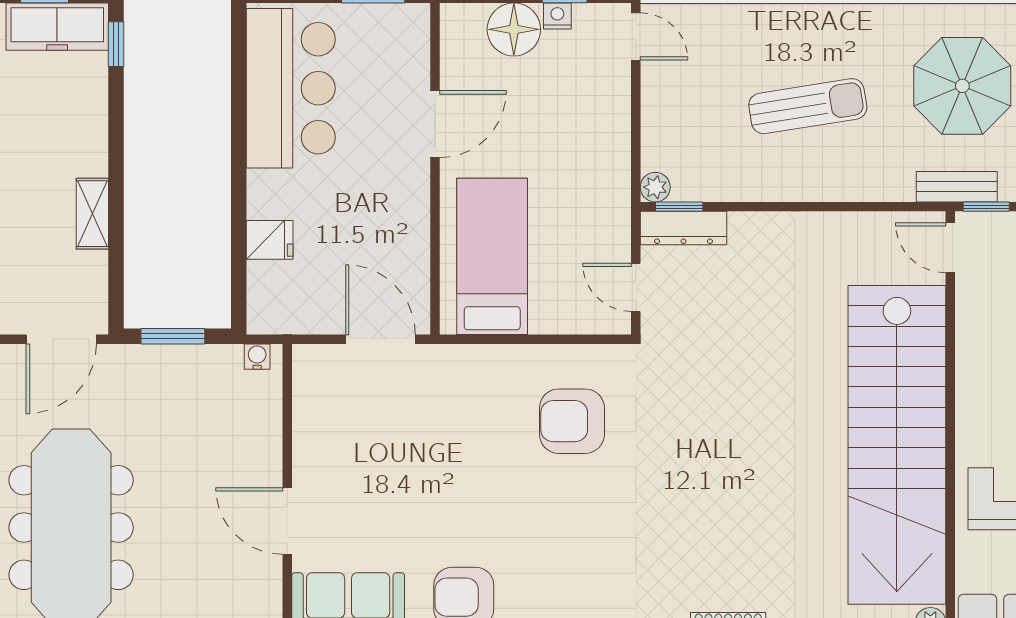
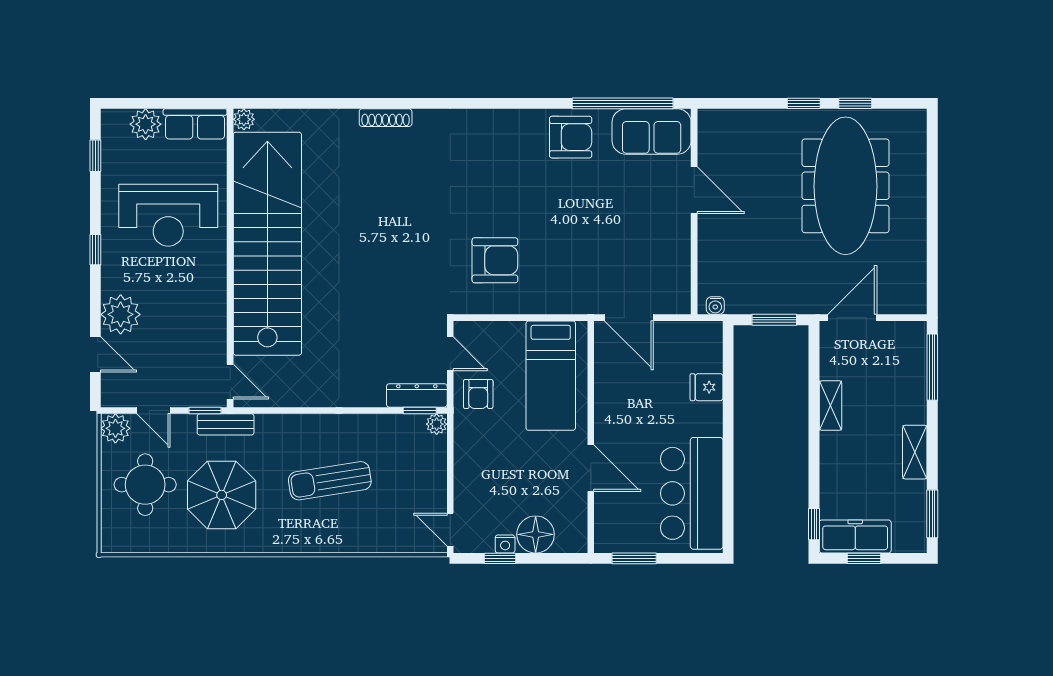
door: (435, 124) -> (591, 468), swing flipped
armchair: (596, 230) -> (478, 394), added

